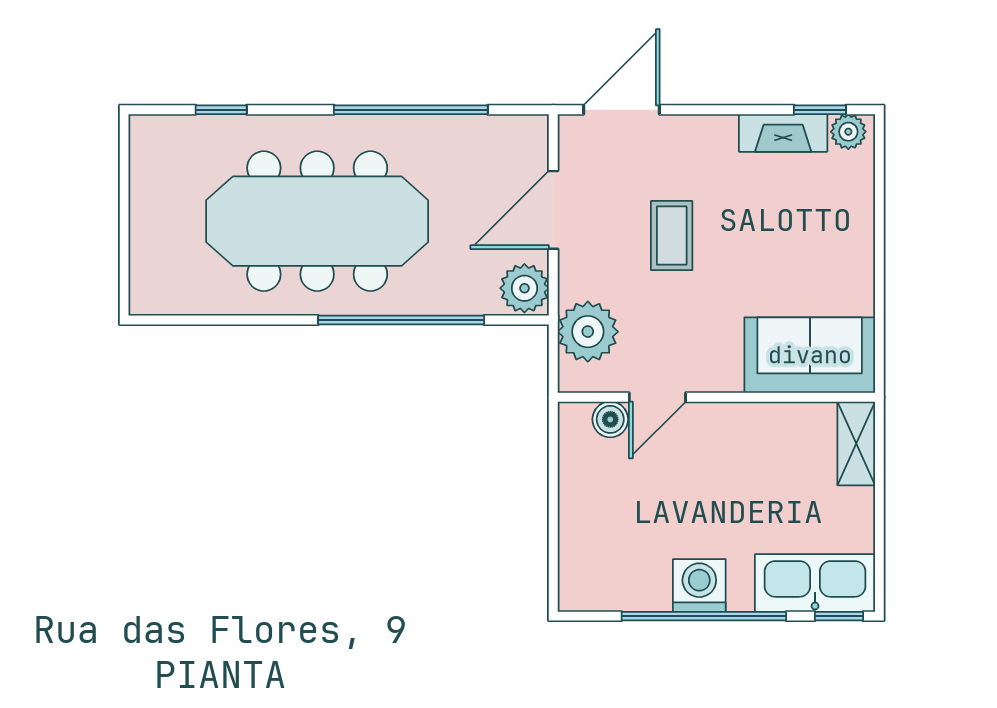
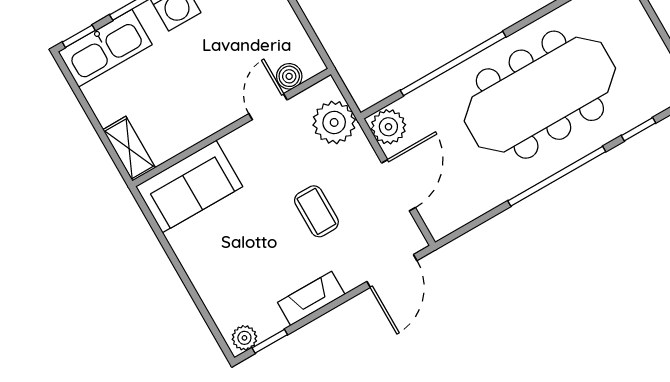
window: (411, 110) -> (557, 176), moved
fireplace: (783, 133) -> (311, 298), moved

